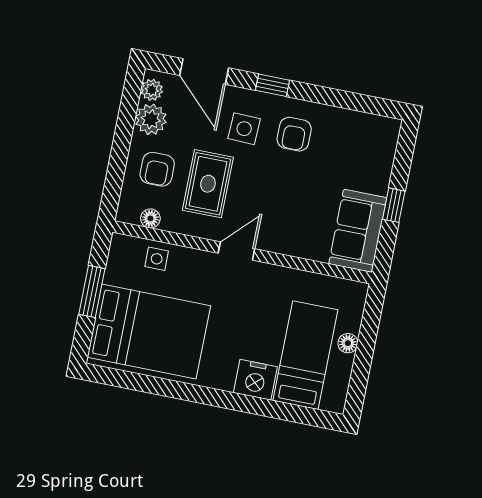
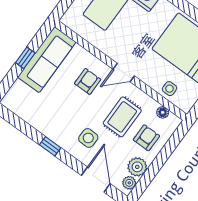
window: (272, 85) -> (50, 146), moved
armchair: (294, 134) -> (88, 81), moved
sofa: (358, 231) -> (47, 60), width x1.36

